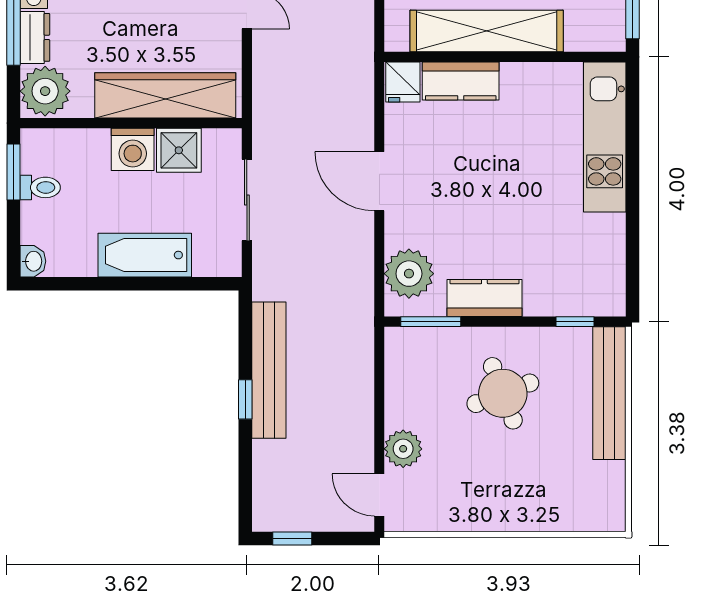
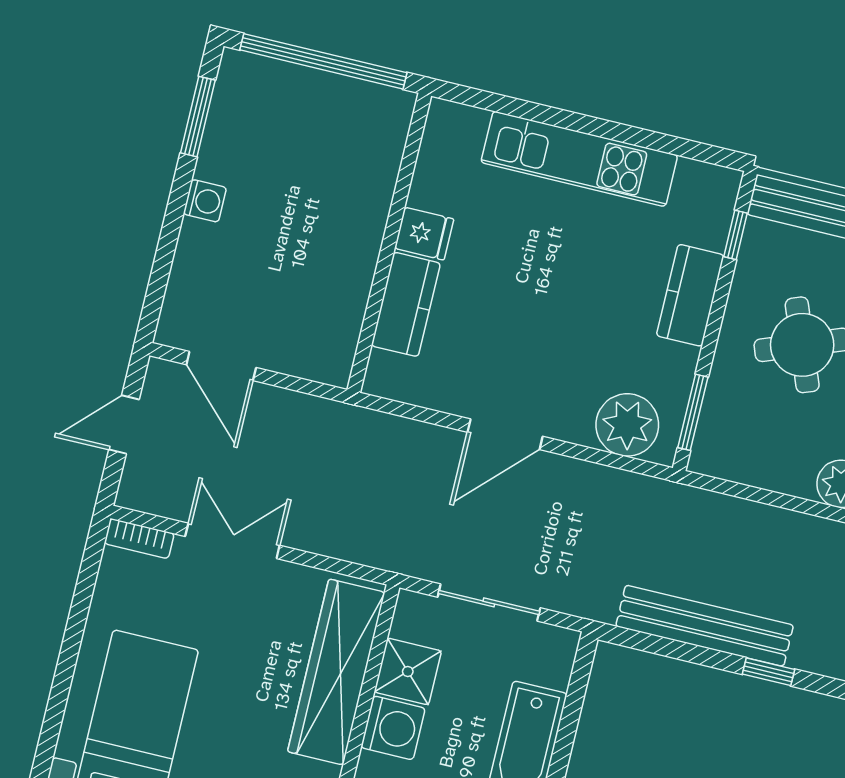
shelving: (487, 31) -> (352, 258), removed
fridge: (403, 82) -> (424, 234), moved
kitchen unit: (605, 137) -> (579, 159), moved
kitchen counter: (484, 298) -> (690, 295), moved
window: (245, 399) -> (768, 672), moved

